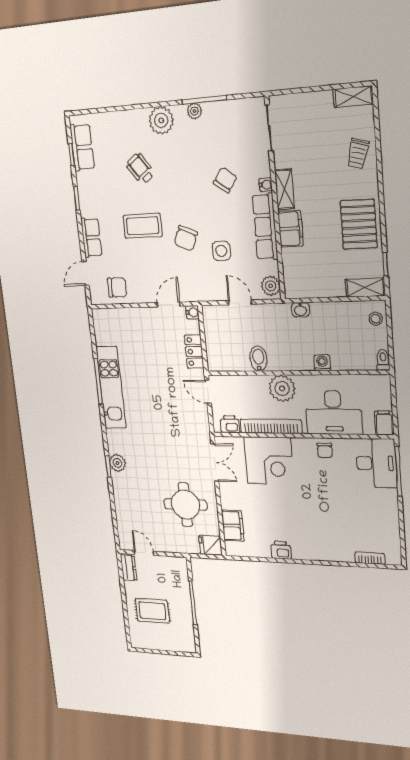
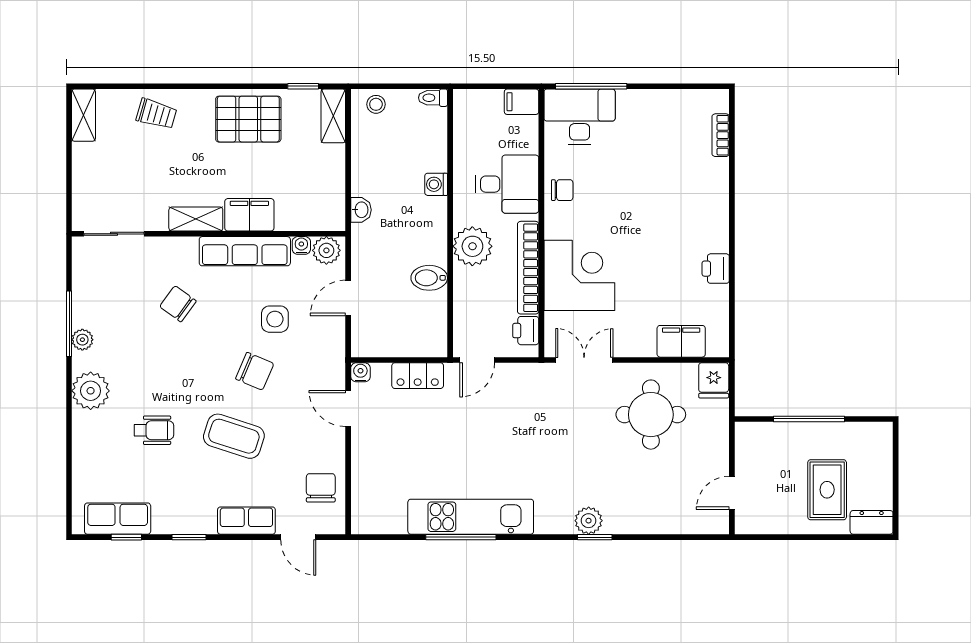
wheelchair: (140, 169) -> (154, 430), turned -143
water cooler: (266, 185) -> (301, 245), moved
coffee table: (143, 226) -> (234, 436), turned -72
desk: (333, 413) -> (507, 184), width x0.73
dresser: (129, 568) -> (872, 522), moved

